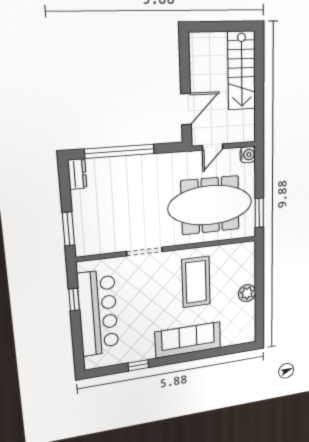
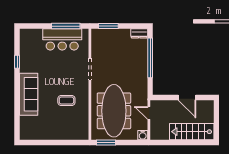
door: (186, 109) -> (187, 97), moved
coffee table: (196, 282) -> (66, 100), width x0.54, depth x0.58
plant: (247, 293) -> (54, 134), removed
window: (74, 300) -> (66, 26), width x2.17
bar counter: (98, 313) -> (62, 39), width x0.73

